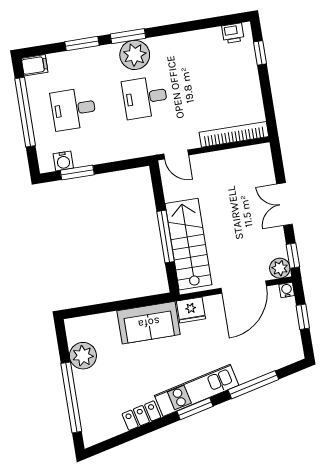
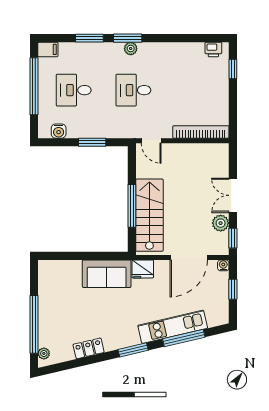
plant: (135, 55) -> (131, 49), width x0.53, depth x0.53
window: (77, 172) -> (92, 142), moved
plant: (280, 268) -> (221, 223), moved
plant: (83, 356) -> (44, 353), moved, width x0.53, depth x0.53
kitchen unit: (197, 390) -> (173, 327), moved

